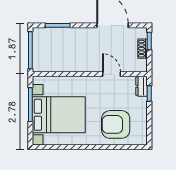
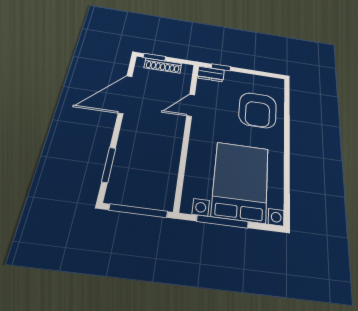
shoe rack: (143, 49) -> (163, 66), width x1.43

